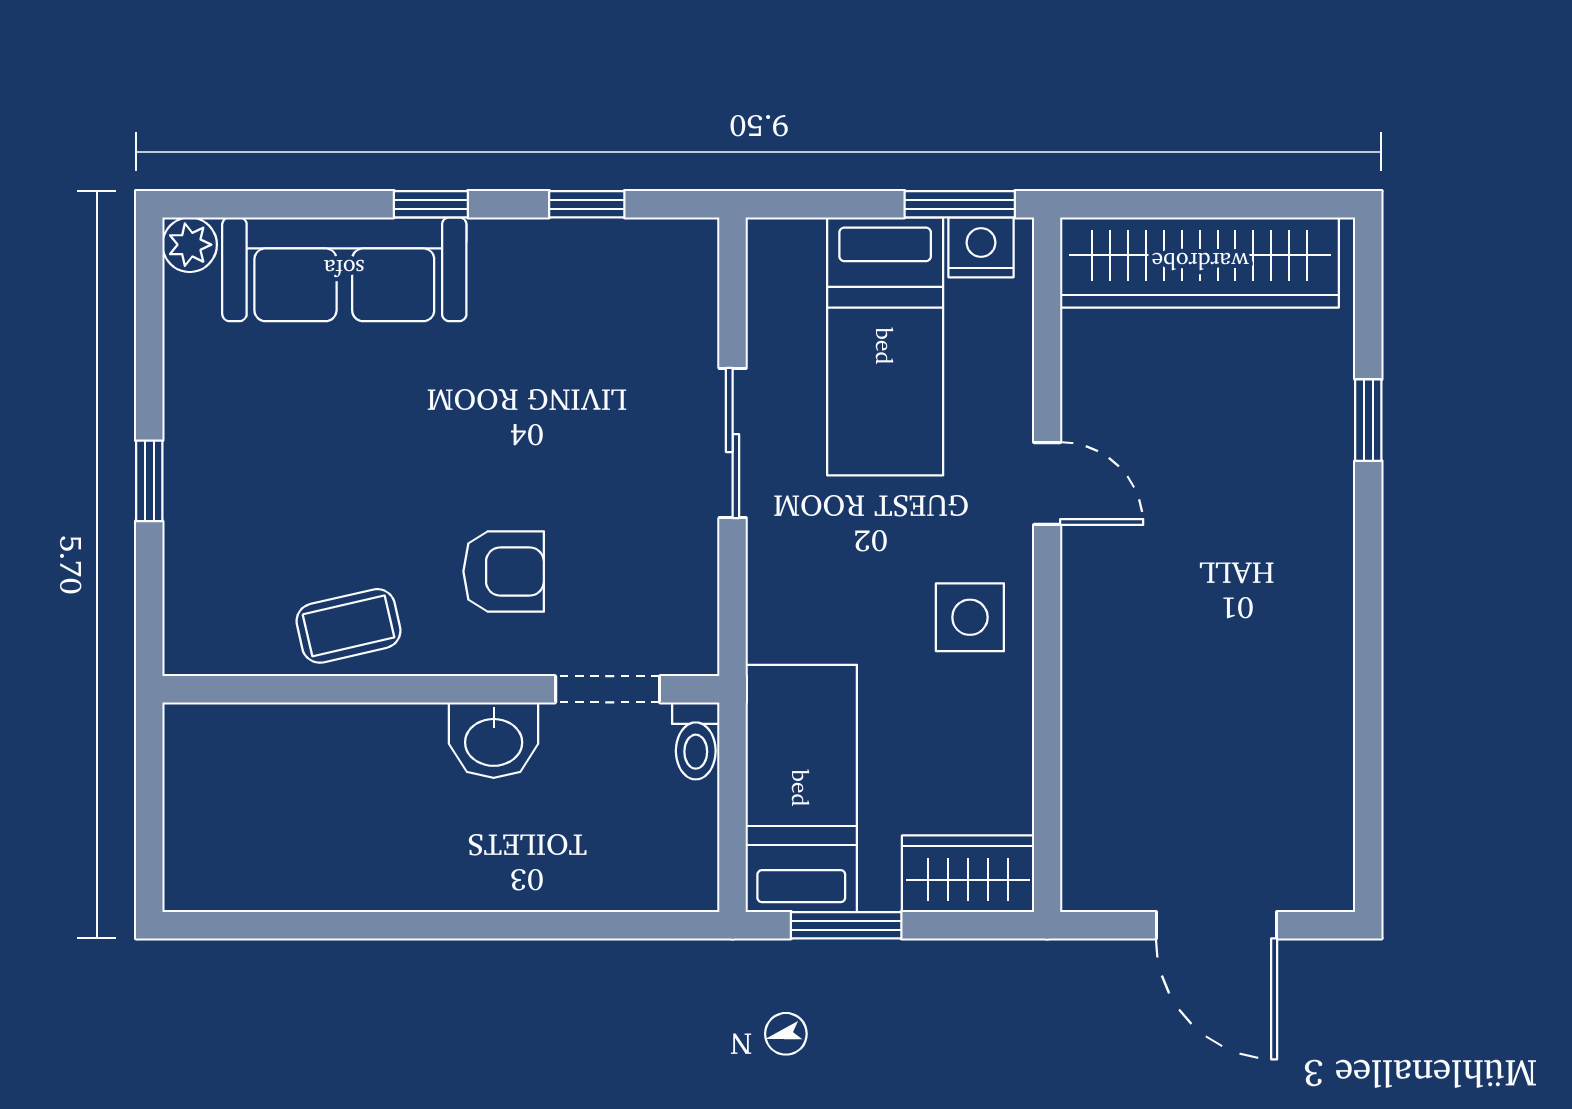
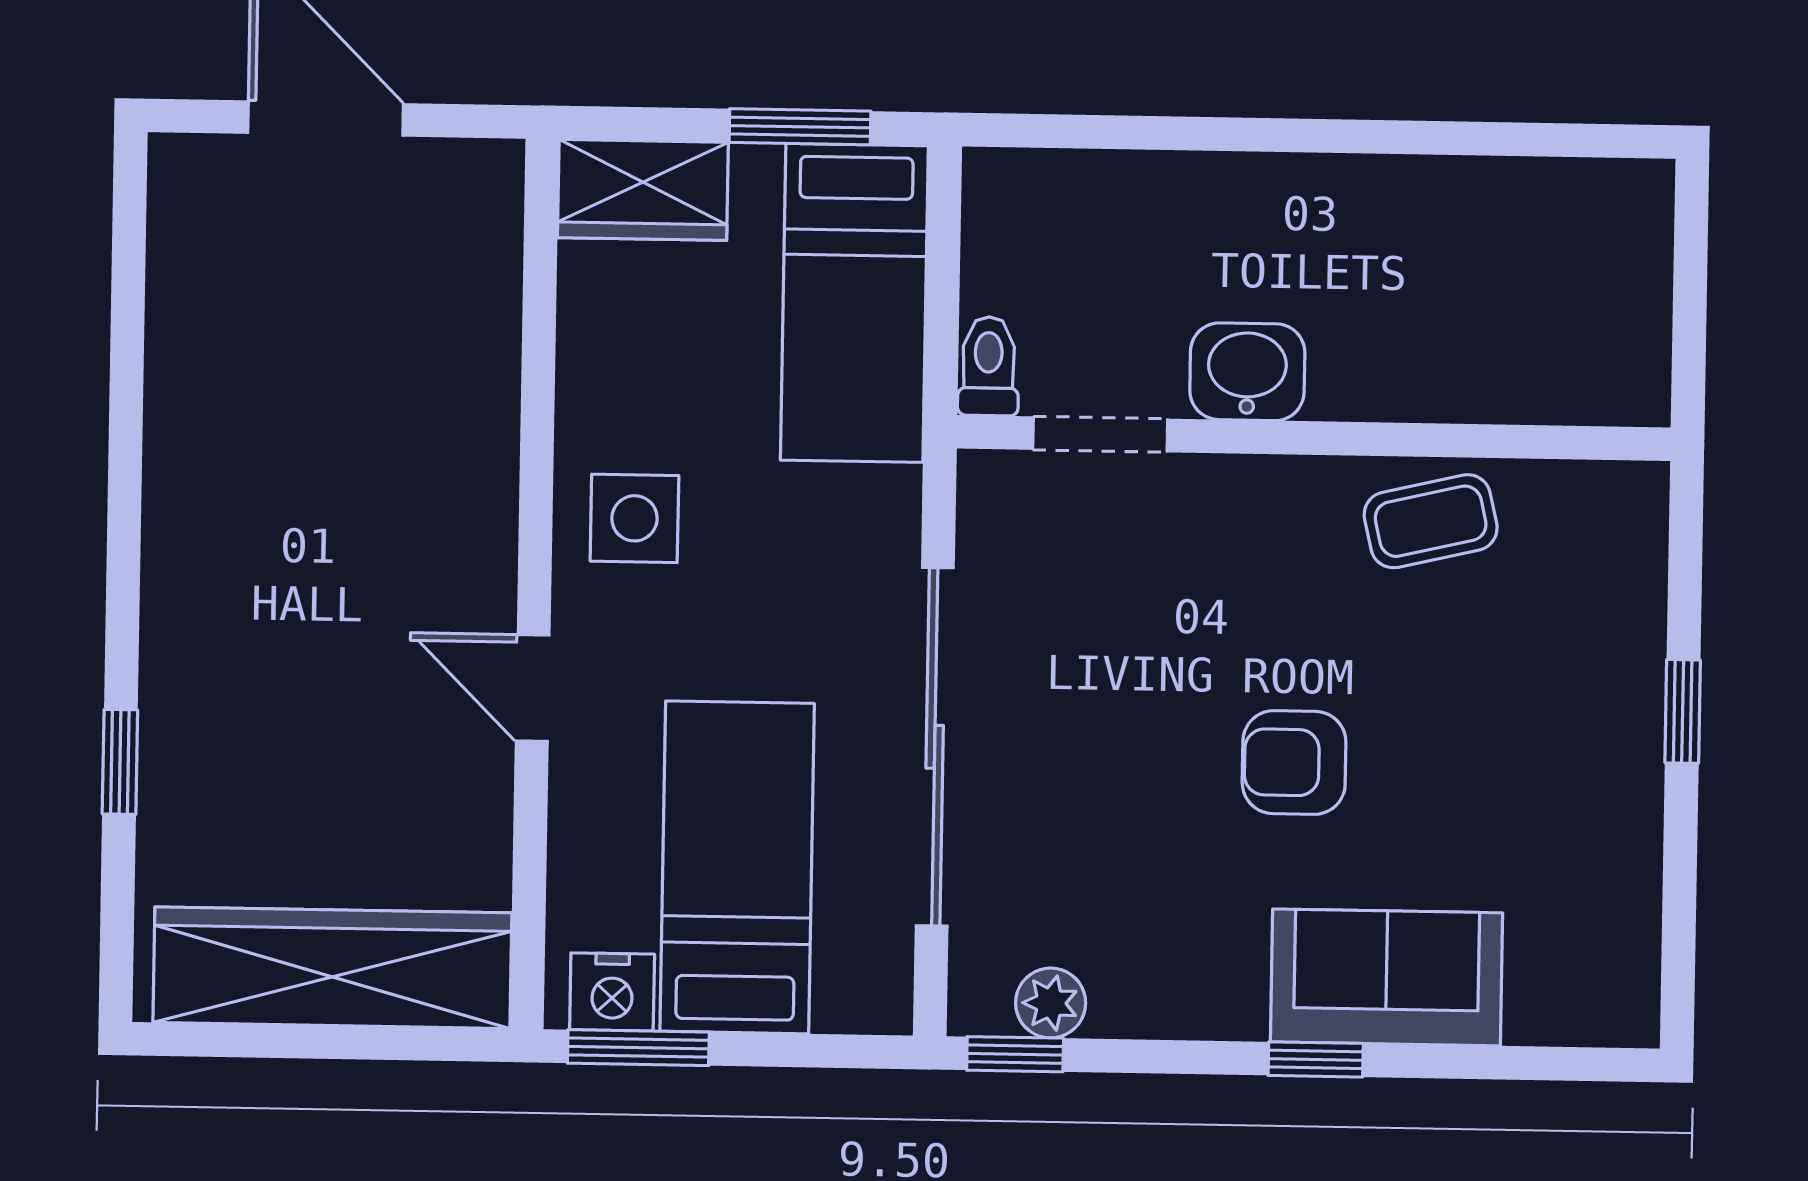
window: (587, 204) -> (1015, 1054), moved
plant: (190, 245) -> (1051, 1003), moved
sofa: (344, 269) -> (1387, 977), width x0.73
sliding door: (733, 443) -> (935, 747), width x1.86
armchair: (504, 571) -> (1294, 762), moved

